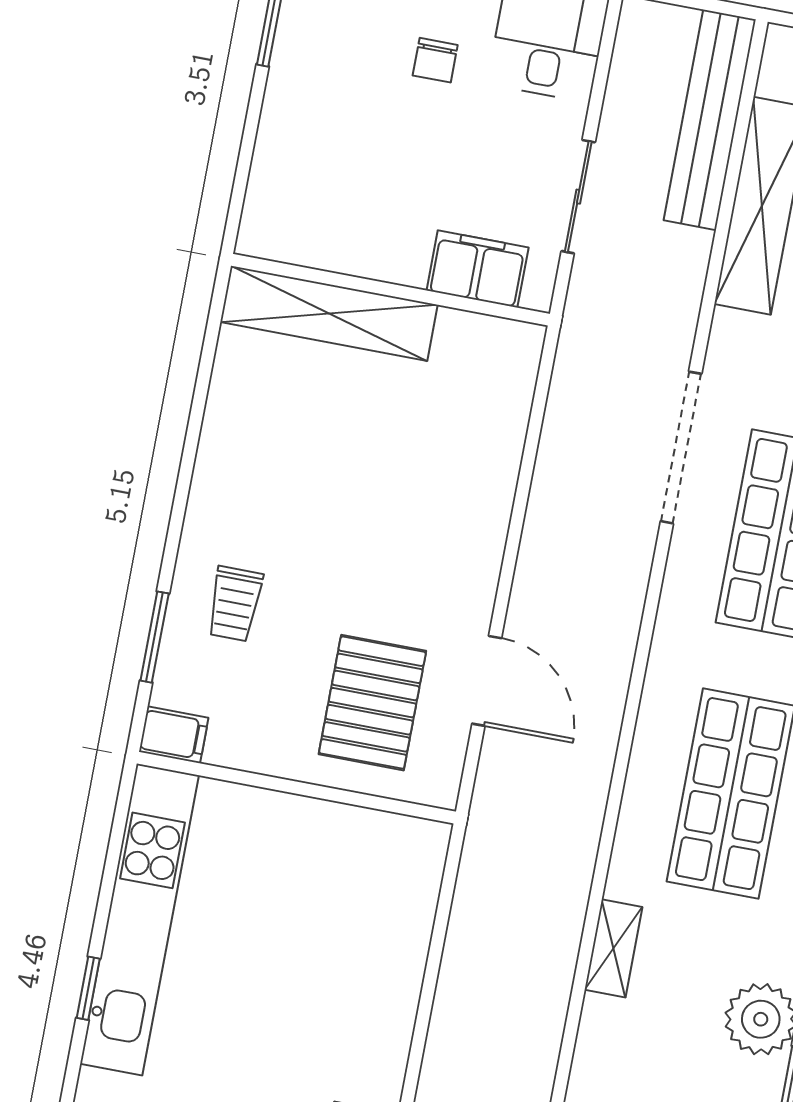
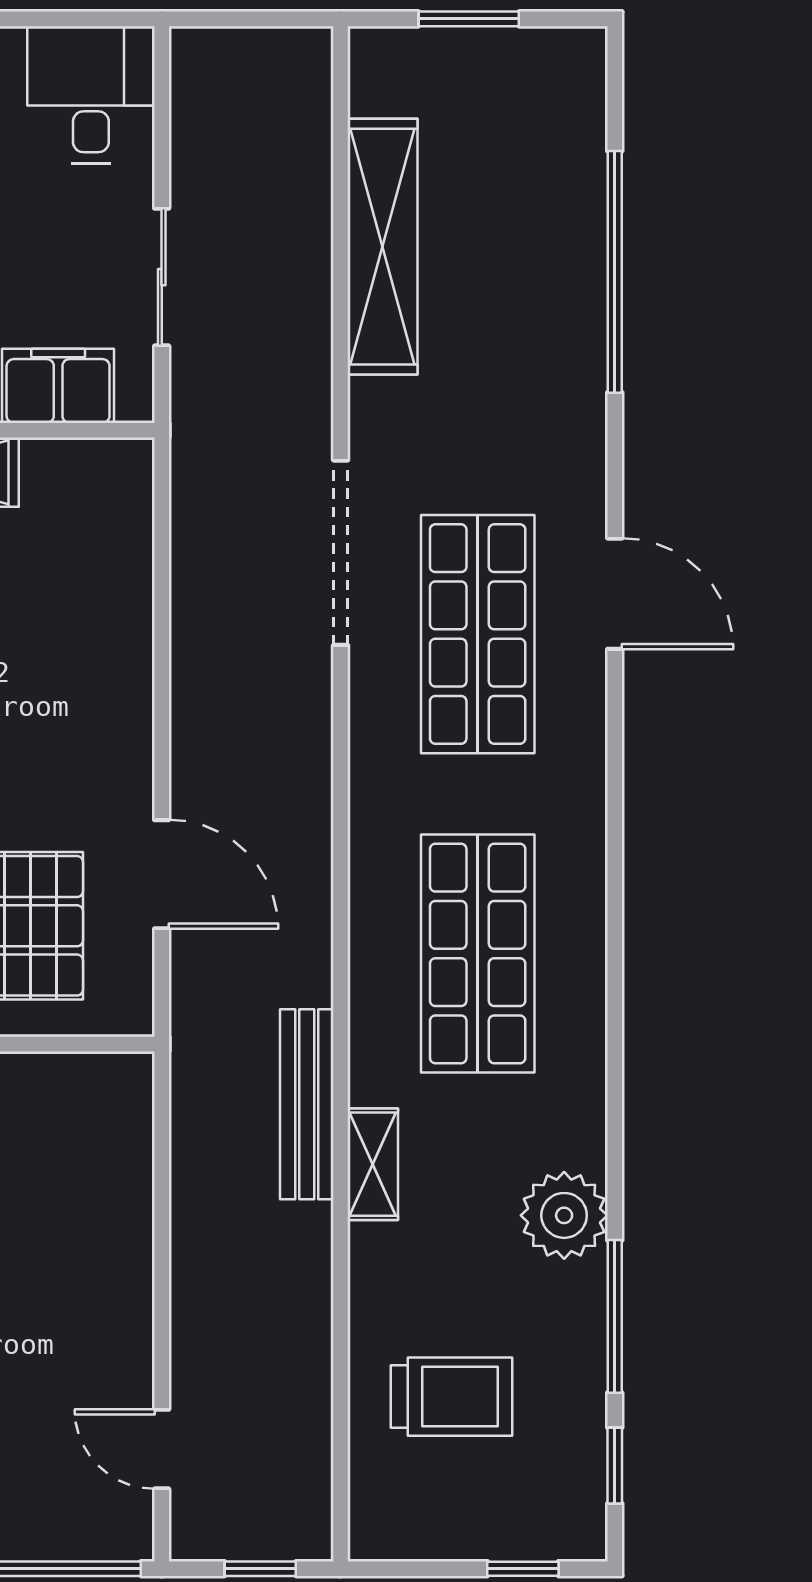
bench: (710, 120) -> (307, 1104), moved, width x0.73, depth x0.82

